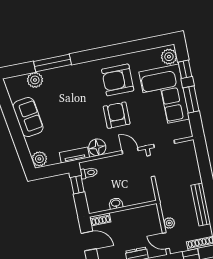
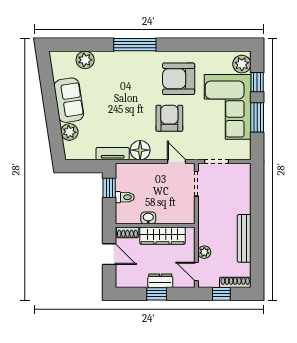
window: (53, 63) -> (135, 45), moved
plant: (39, 159) -> (69, 132), moved
toilet: (89, 173) -> (125, 197), moved
wardrobe: (131, 216) -> (163, 236), added

